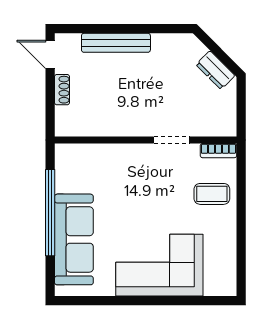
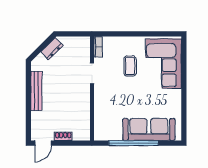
bench: (116, 43) -> (36, 91), moved
coffee table: (212, 194) -> (130, 66), moved
corner sofa: (159, 265) -> (164, 64), moved

